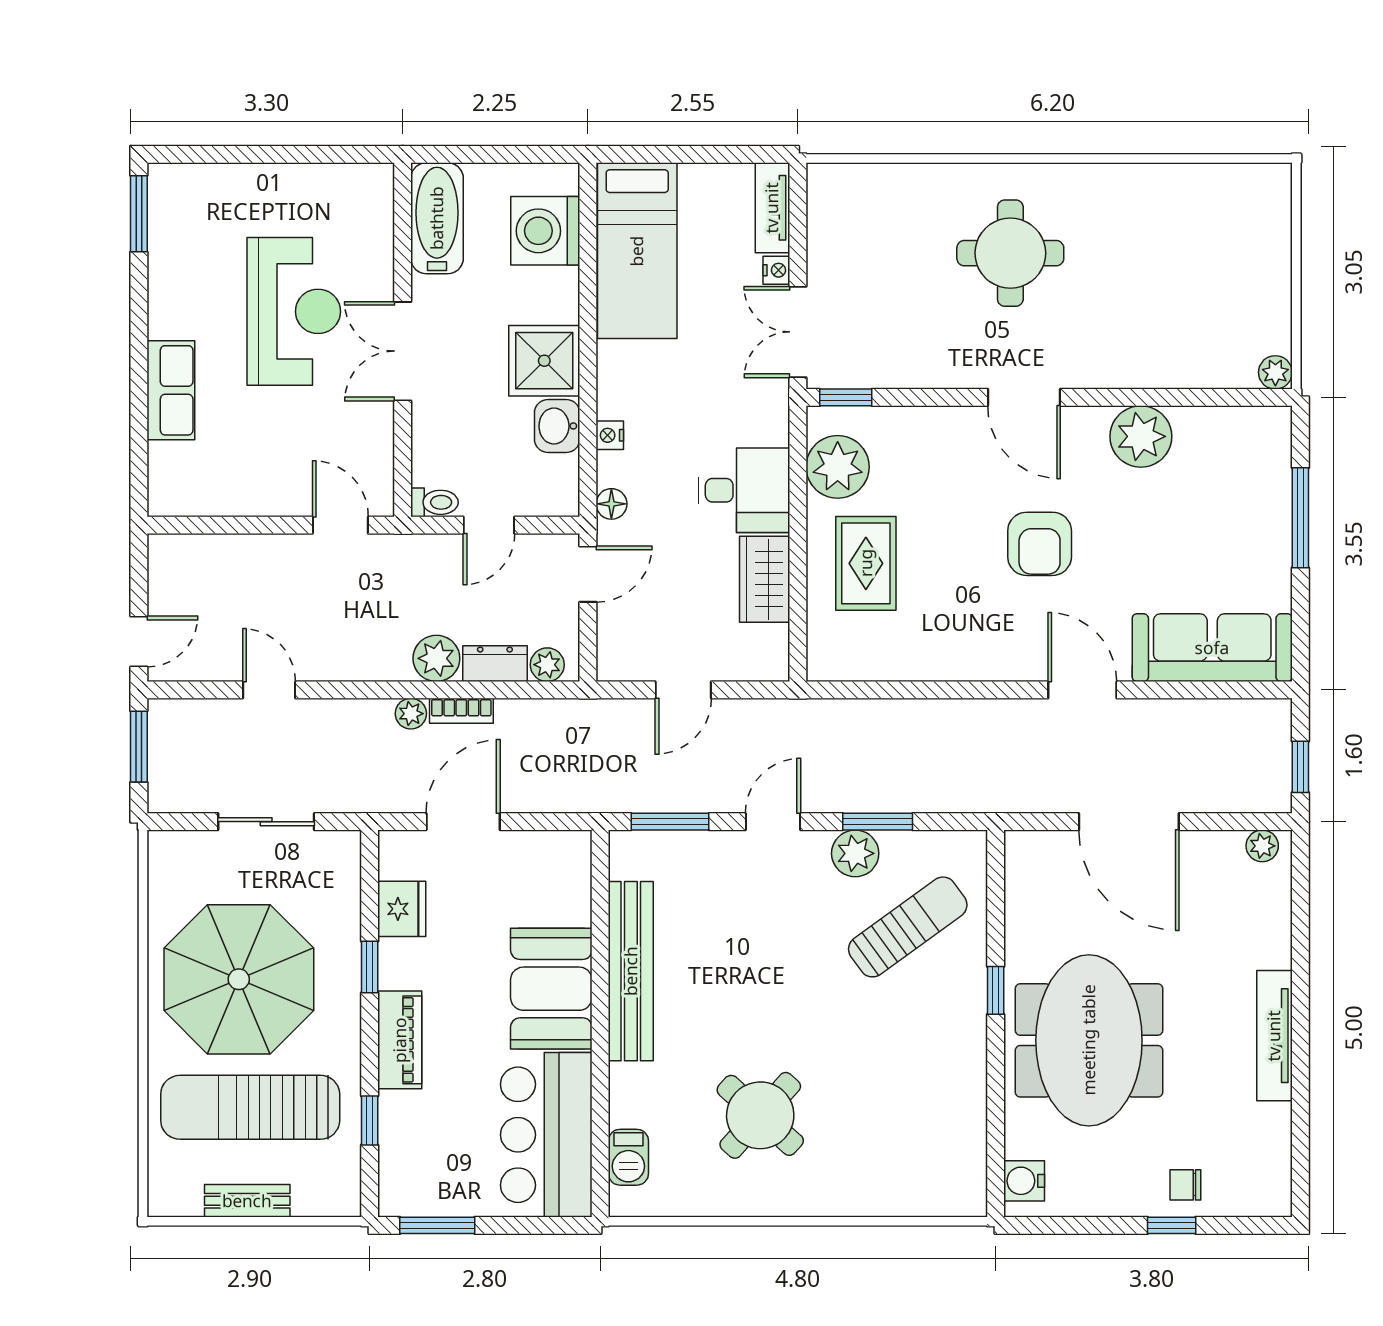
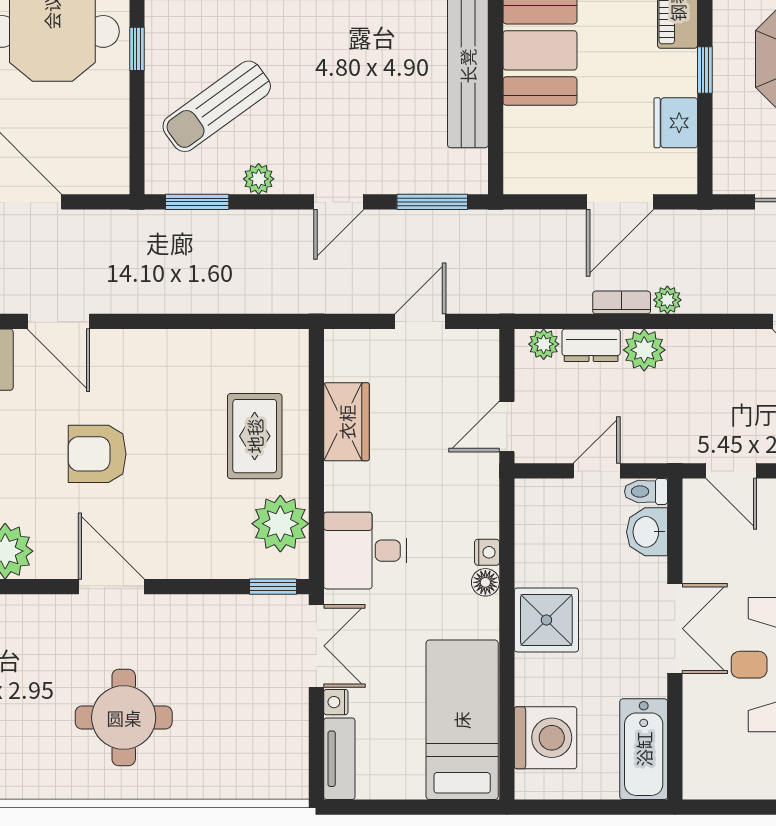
washbasin: (557, 426) -> (647, 532), moved, turned 180
desk: (744, 490) -> (365, 551), moved
floor lamp: (611, 504) -> (485, 582), moved
armchair: (1040, 544) -> (97, 454), turned -90
window: (878, 822) -> (197, 202), moved
plant: (855, 853) -> (259, 179), width x0.73, depth x0.73

